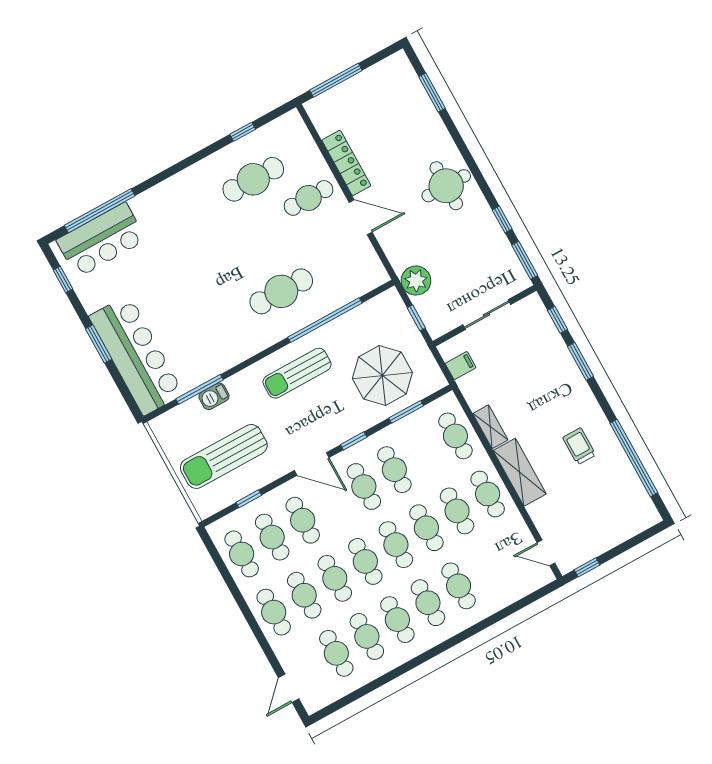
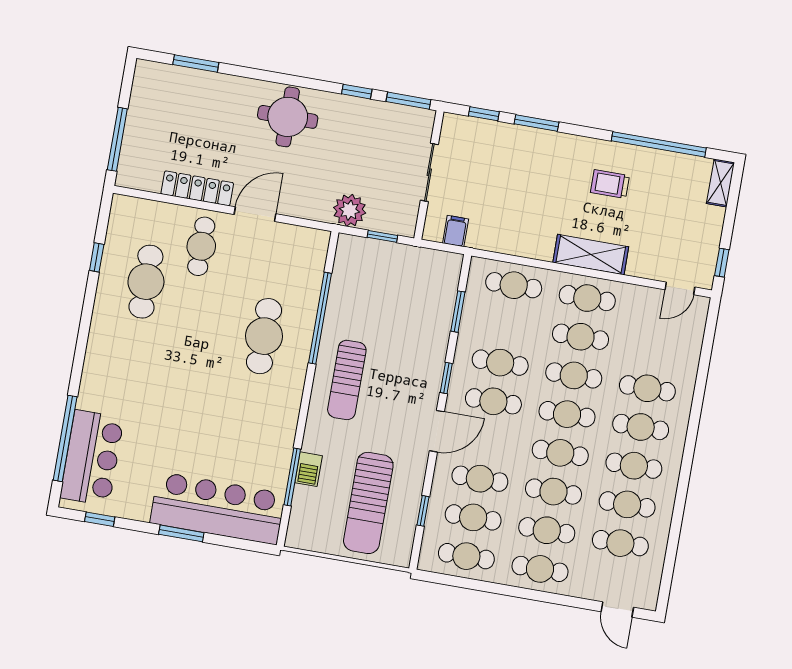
parasol: (382, 375) -> (409, 307), removed
shelving: (490, 427) -> (720, 183), moved, turned 90

